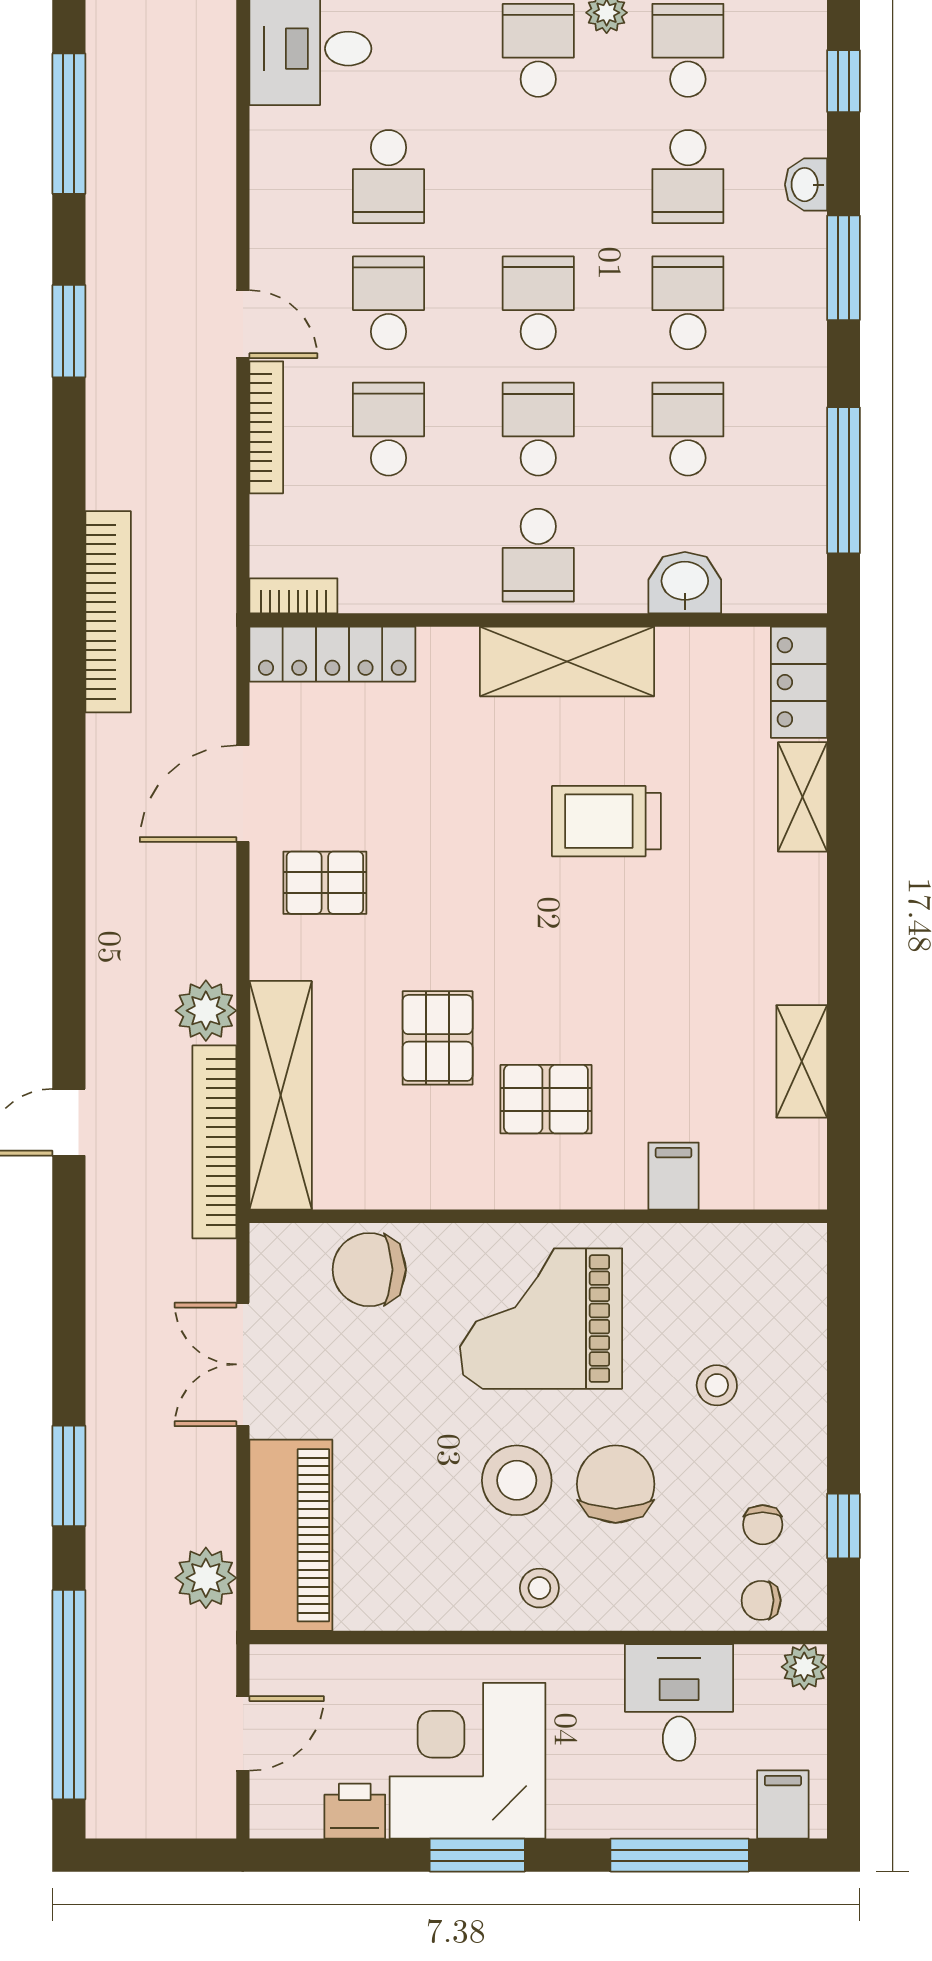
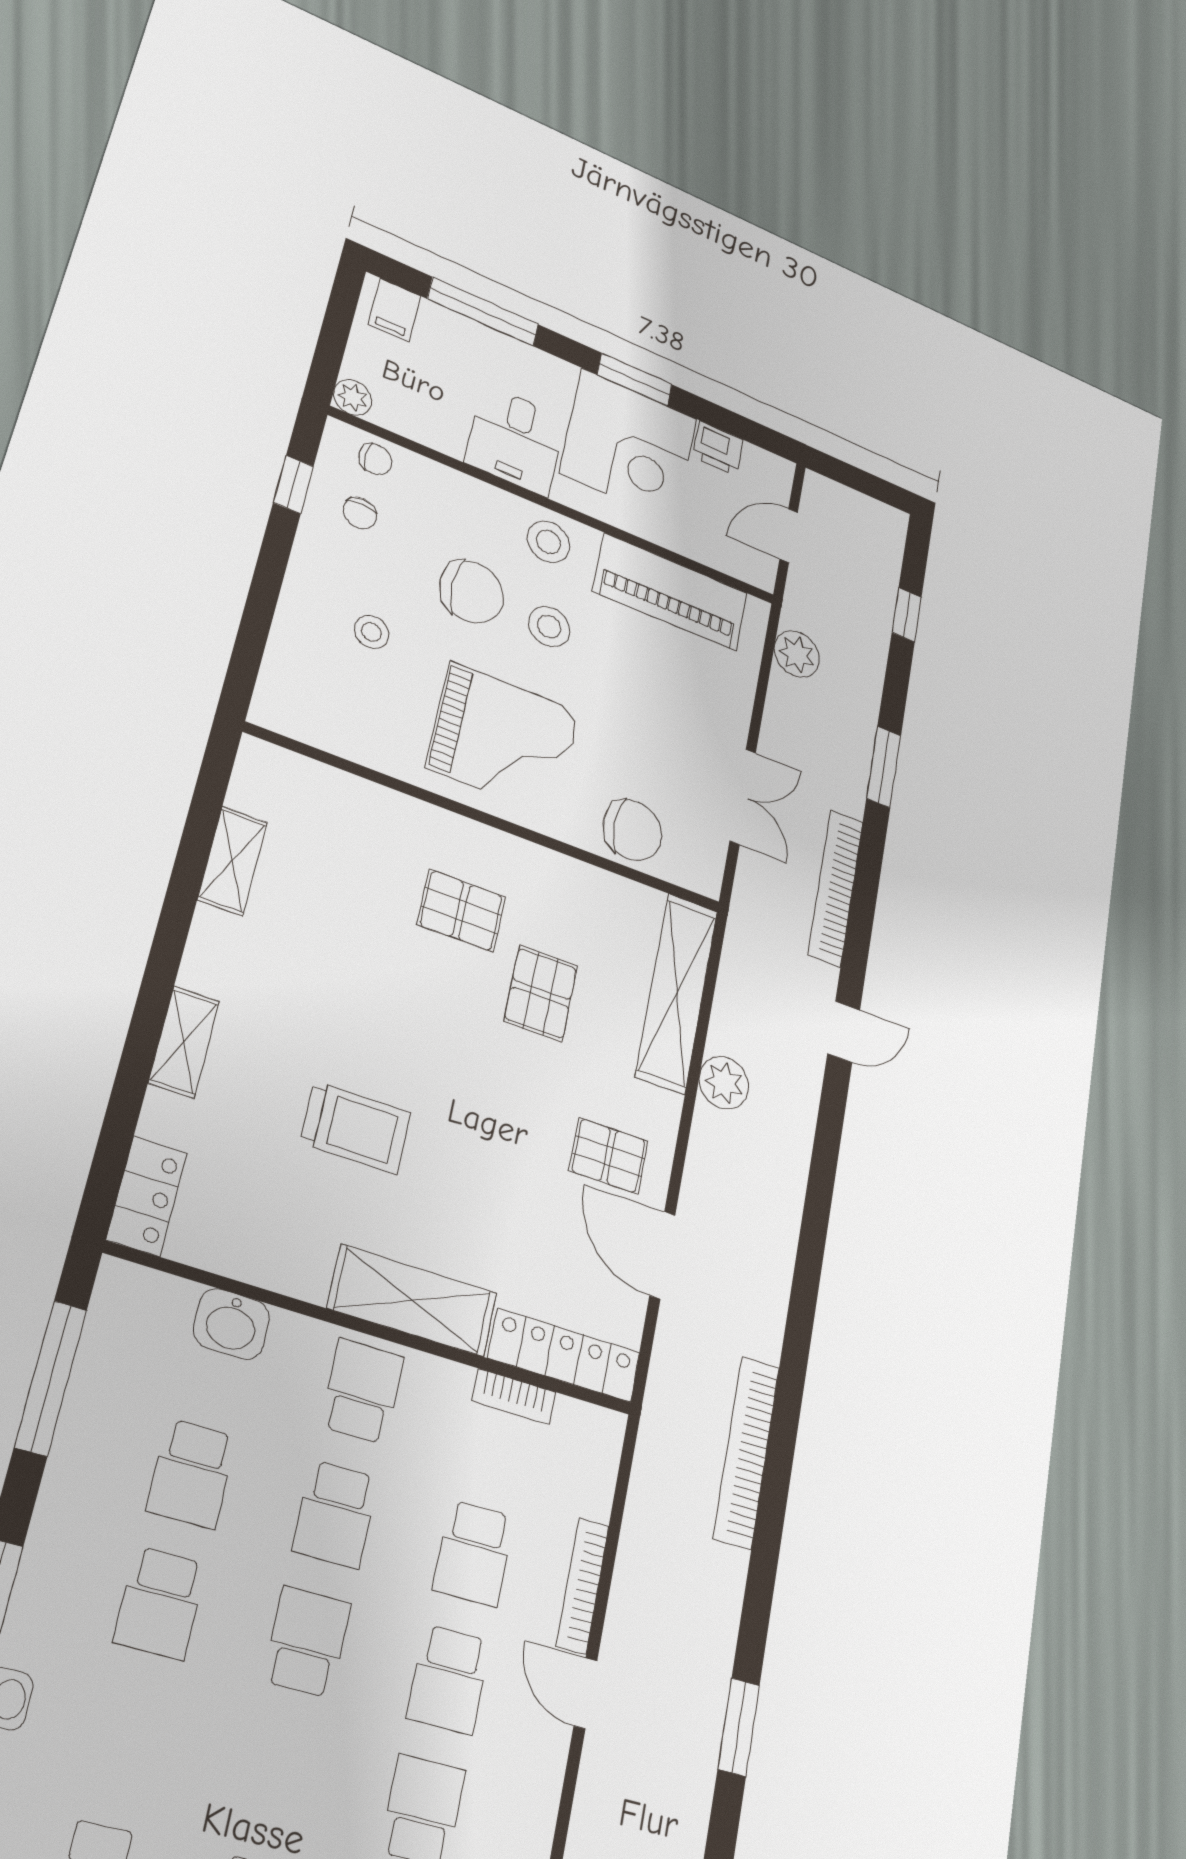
school desk: (688, 177) -> (127, 1738), removed
school desk: (538, 303) -> (307, 1642), turned 180
bookcase: (293, 596) -> (514, 1396), moved
shelving: (567, 661) -> (412, 1301), moved
door: (243, 794) -> (662, 1255), swing flipped
shelving: (802, 797) -> (184, 1042), moved
bookcase: (214, 1142) -> (836, 888), moved, turned 180
filing cabinet: (673, 1176) -> (368, 809), removed
stool: (517, 1480) -> (549, 627), width x0.73, depth x0.73
chair: (616, 1484) -> (472, 592), turned -90
chair: (763, 1525) -> (360, 513), turned 180
piano: (291, 1535) -> (670, 592), moved, turned -90
stool: (539, 1588) -> (549, 542), width x1.37, depth x1.37
window: (69, 1695) -> (907, 615), width x0.32
desk: (679, 1702) -> (515, 440), moved

